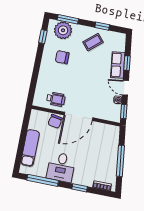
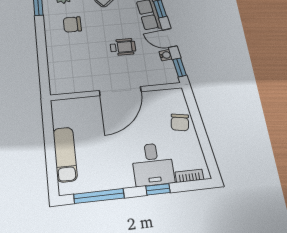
wheelchair: (56, 99) -> (123, 47), moved
chair: (55, 121) -> (180, 122), moved
window: (120, 161) -> (201, 133), removed
desk: (61, 167) -> (153, 164), moved

